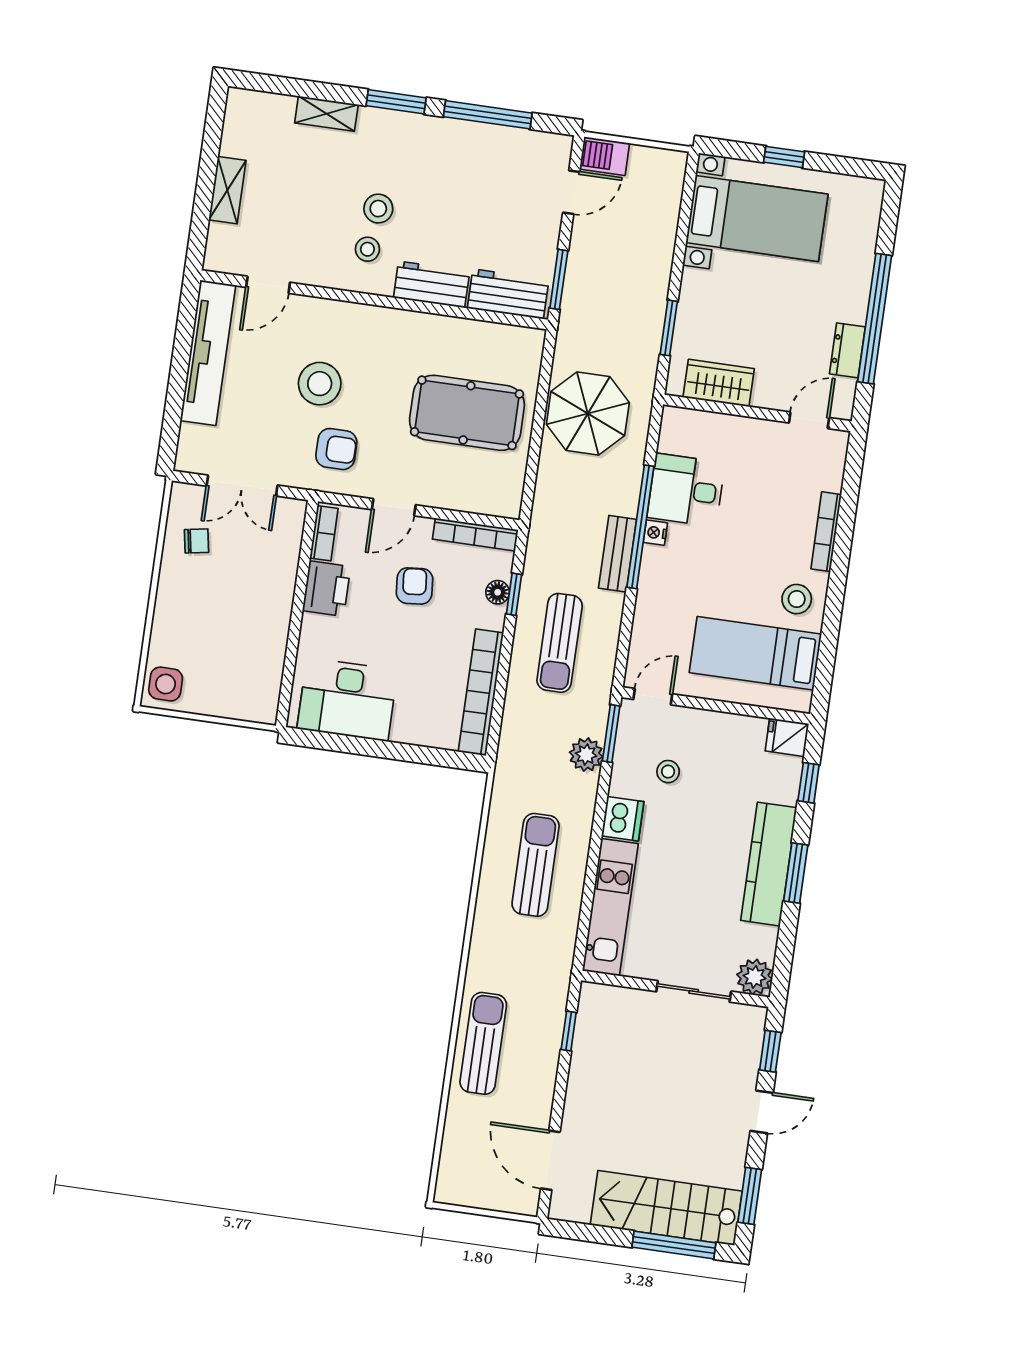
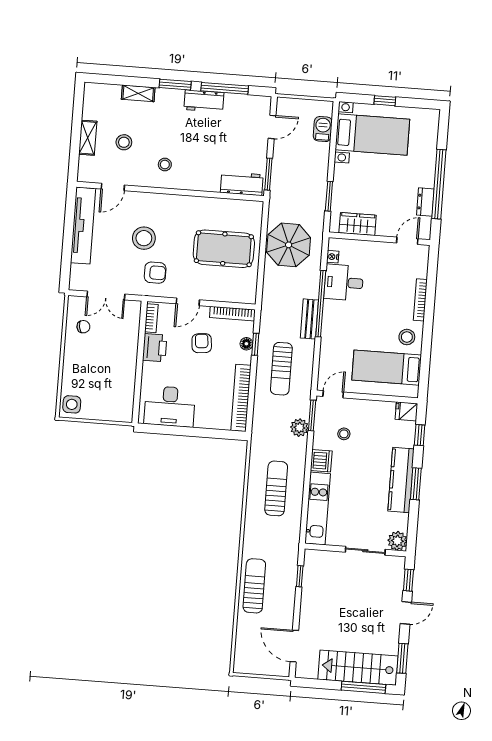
barbecue: (605, 156) -> (323, 129), moved, turned 90
stool: (378, 209) -> (124, 142), moved
workbench: (432, 284) -> (204, 101), moved, turned 180
nightstand: (655, 533) -> (333, 257), moved

